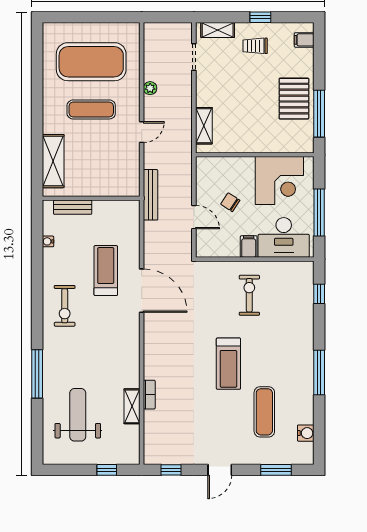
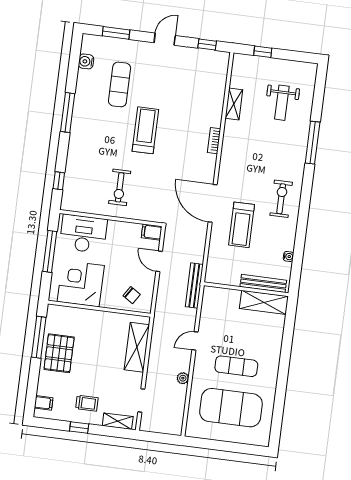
shelving: (204, 126) -> (137, 347), width x1.50, depth x1.33
shelving: (53, 161) -> (264, 302), moved, turned 90
chair: (230, 202) -> (132, 295), moved
bench: (73, 207) -> (263, 283), width x1.36
filing cabinet: (249, 247) -> (152, 232), moved, turned 90
bookcase: (149, 395) -> (214, 141), moved
weight bench: (78, 415) -> (282, 103), width x0.73, depth x0.75

